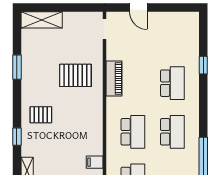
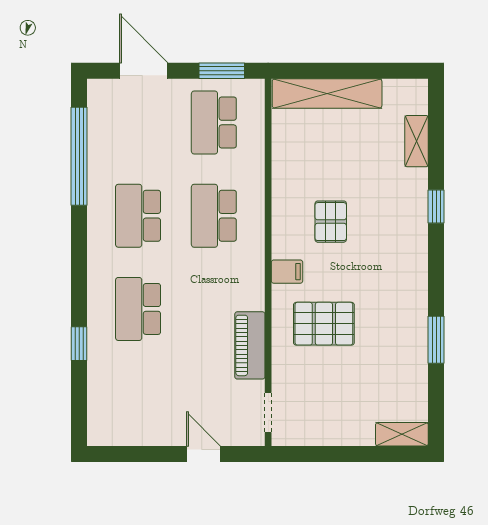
shelving: (42, 20) -> (402, 434), width x0.67, depth x0.75
piano: (114, 79) -> (250, 345), moved
pallet: (41, 115) -> (331, 222), moved, turned 90
filing cabinet: (95, 162) -> (287, 272), moved

